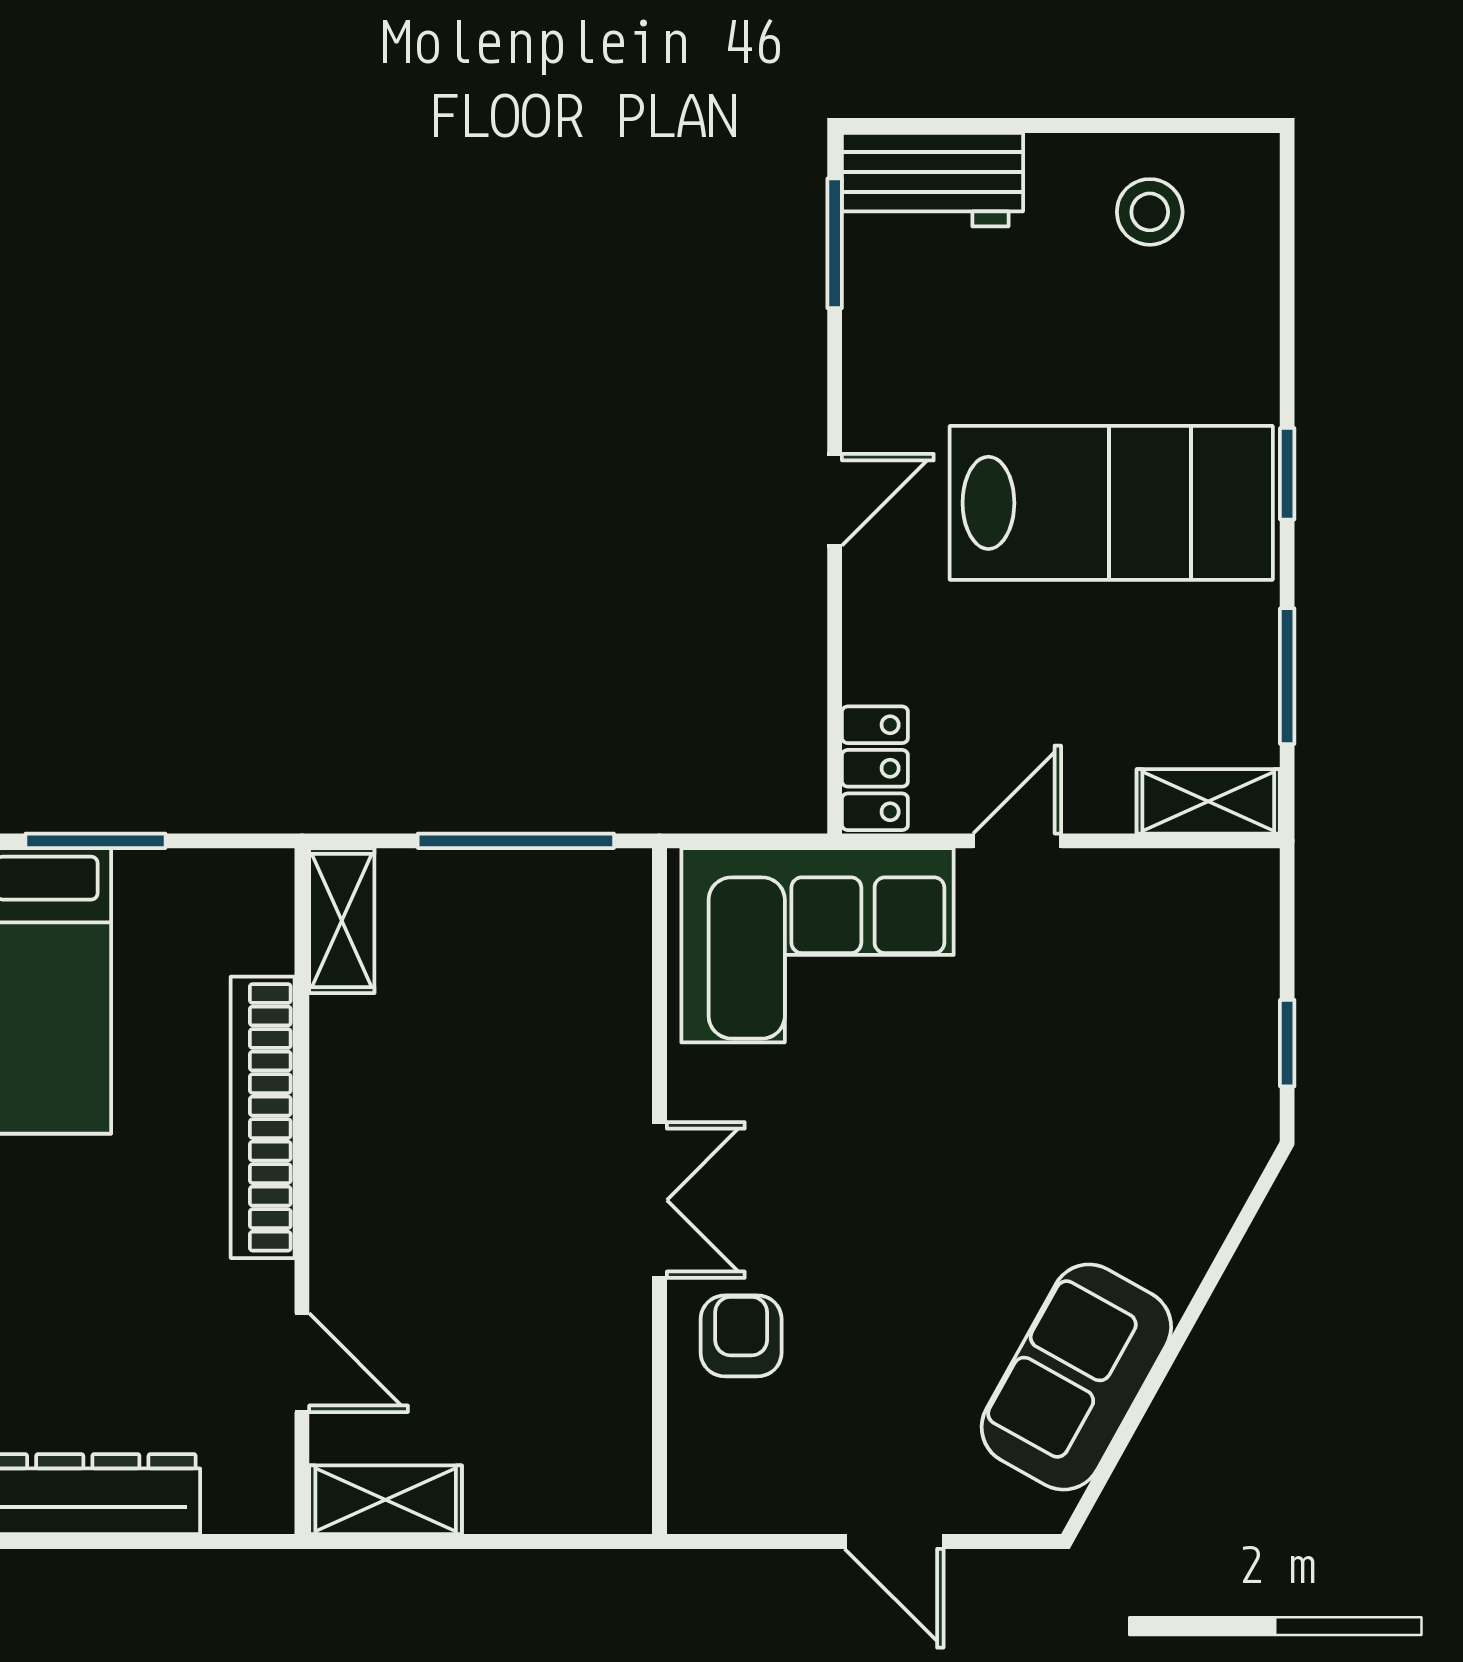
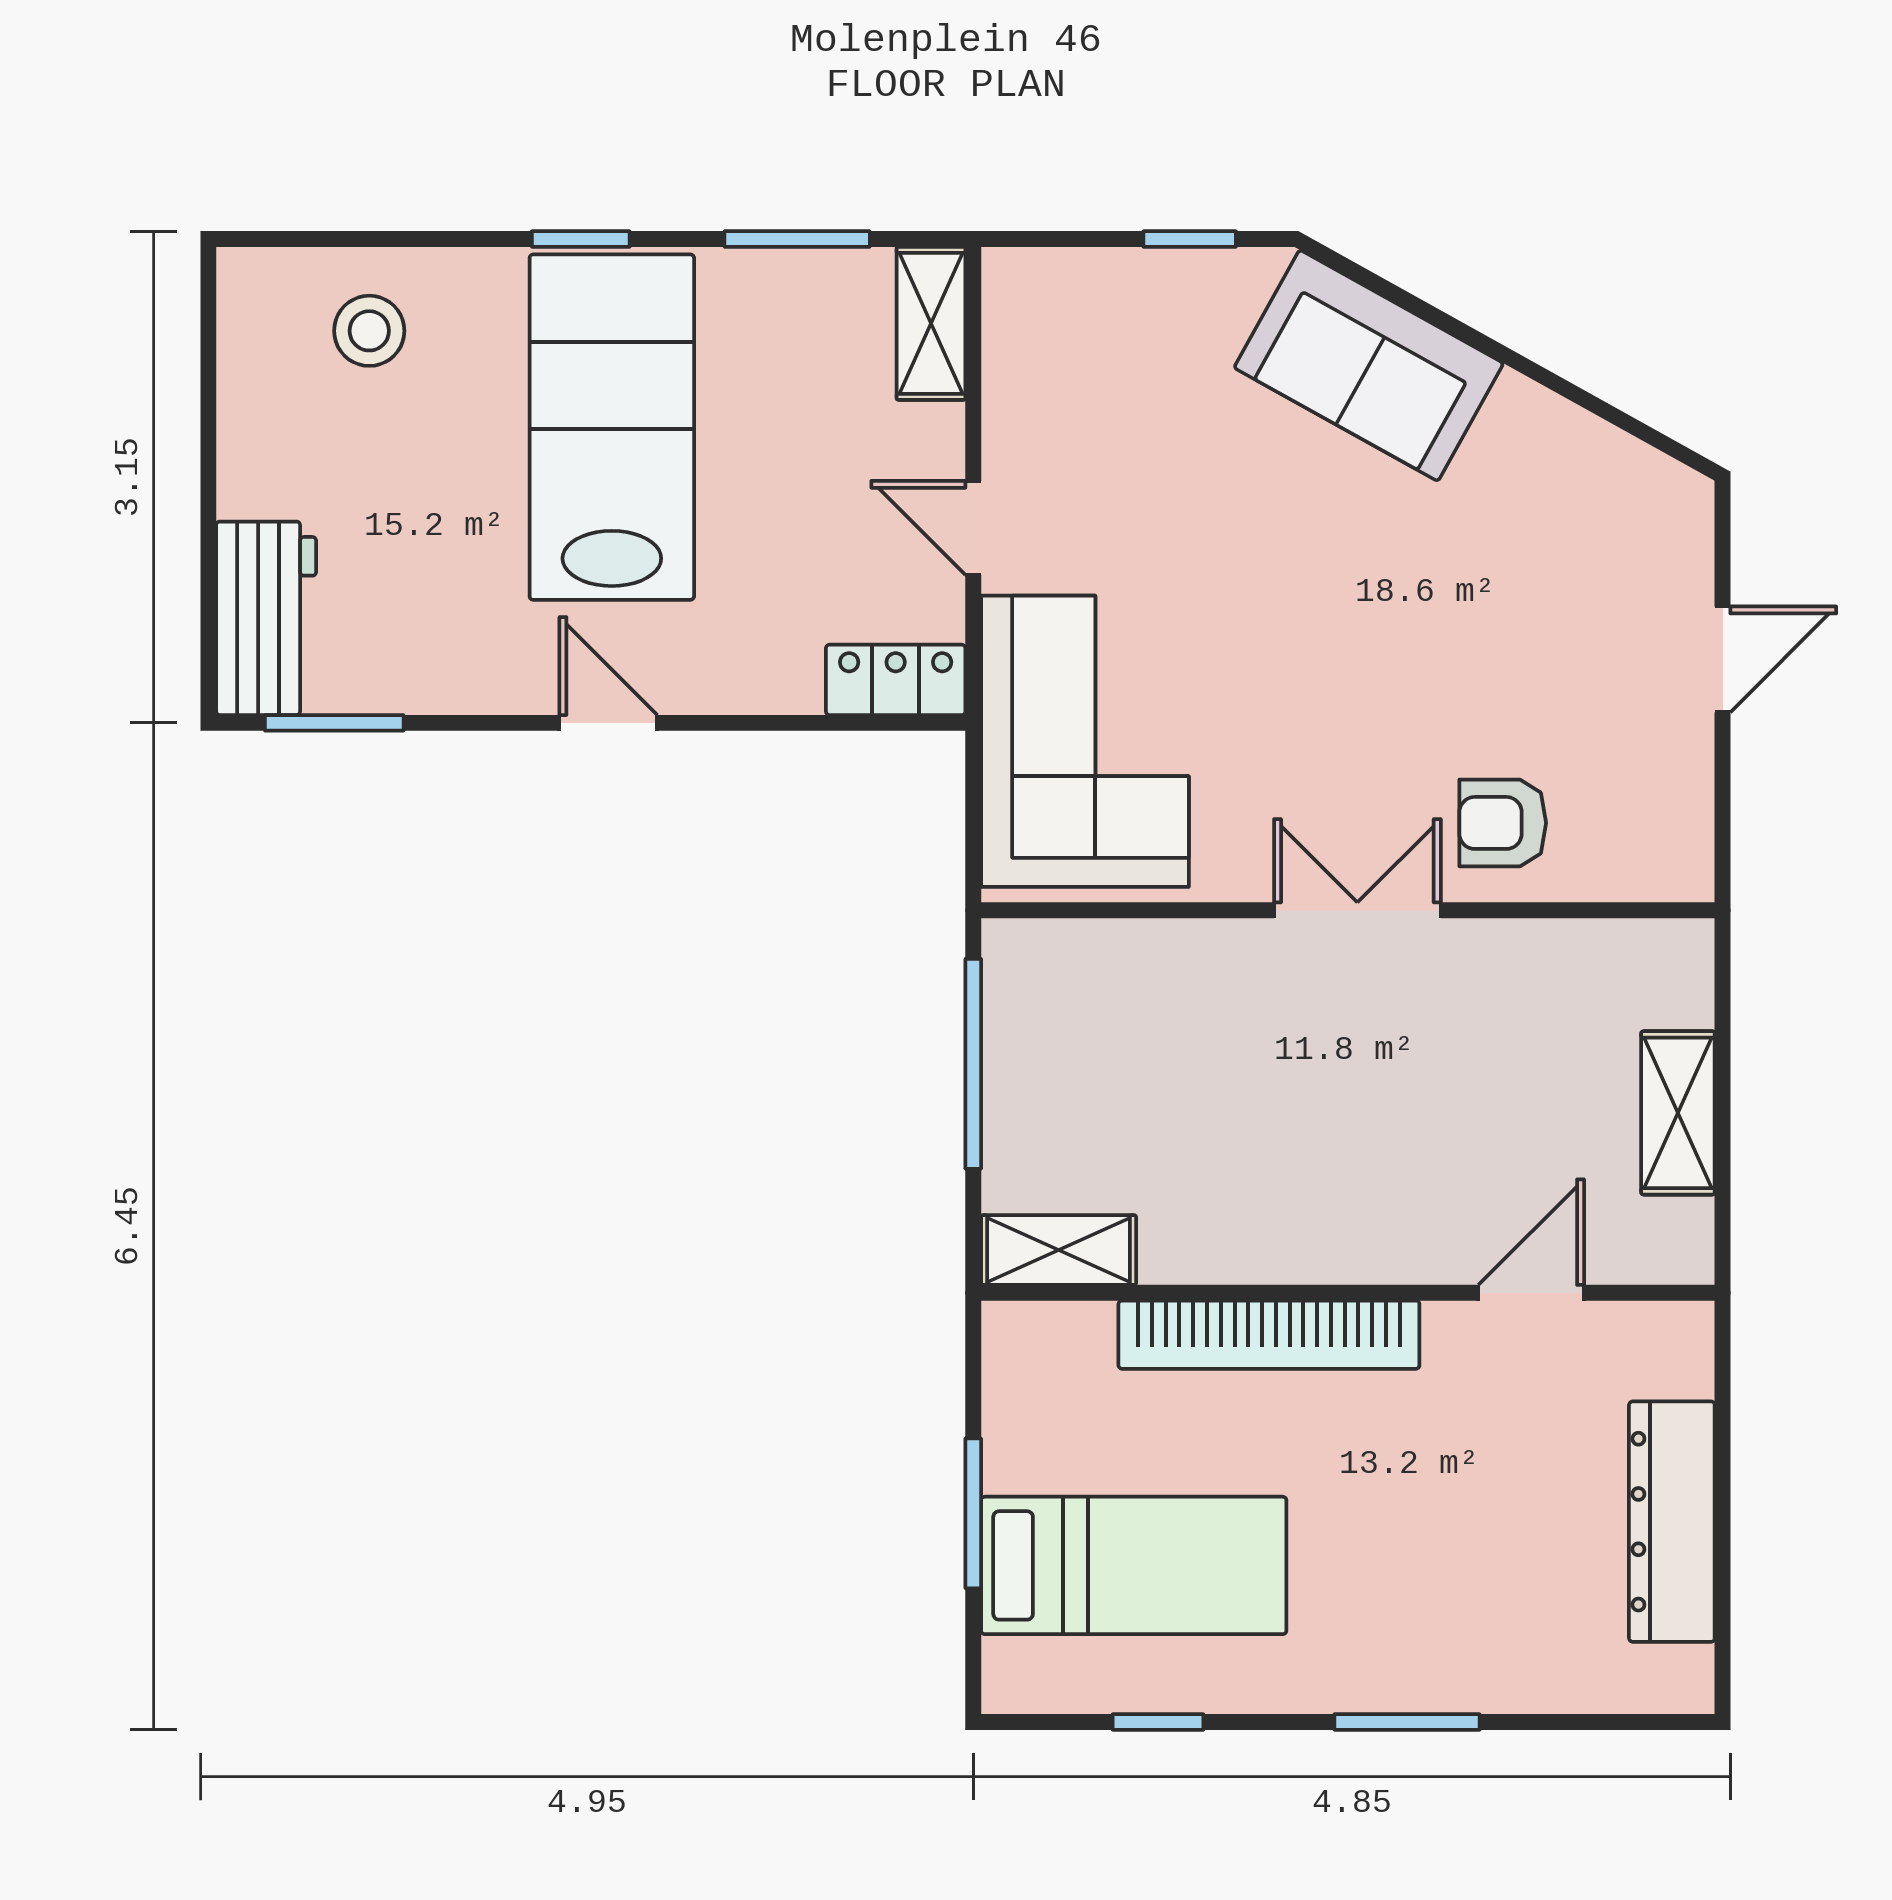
stool: (1150, 212) -> (369, 331), moved
sofa: (1076, 1377) -> (1369, 366), moved
shelving: (386, 1500) -> (1678, 1113), moved

